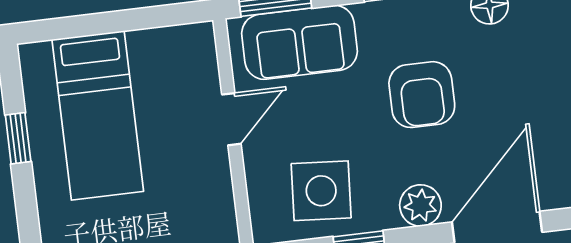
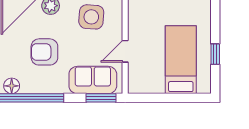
armchair: (422, 95) -> (44, 52), turned -90

